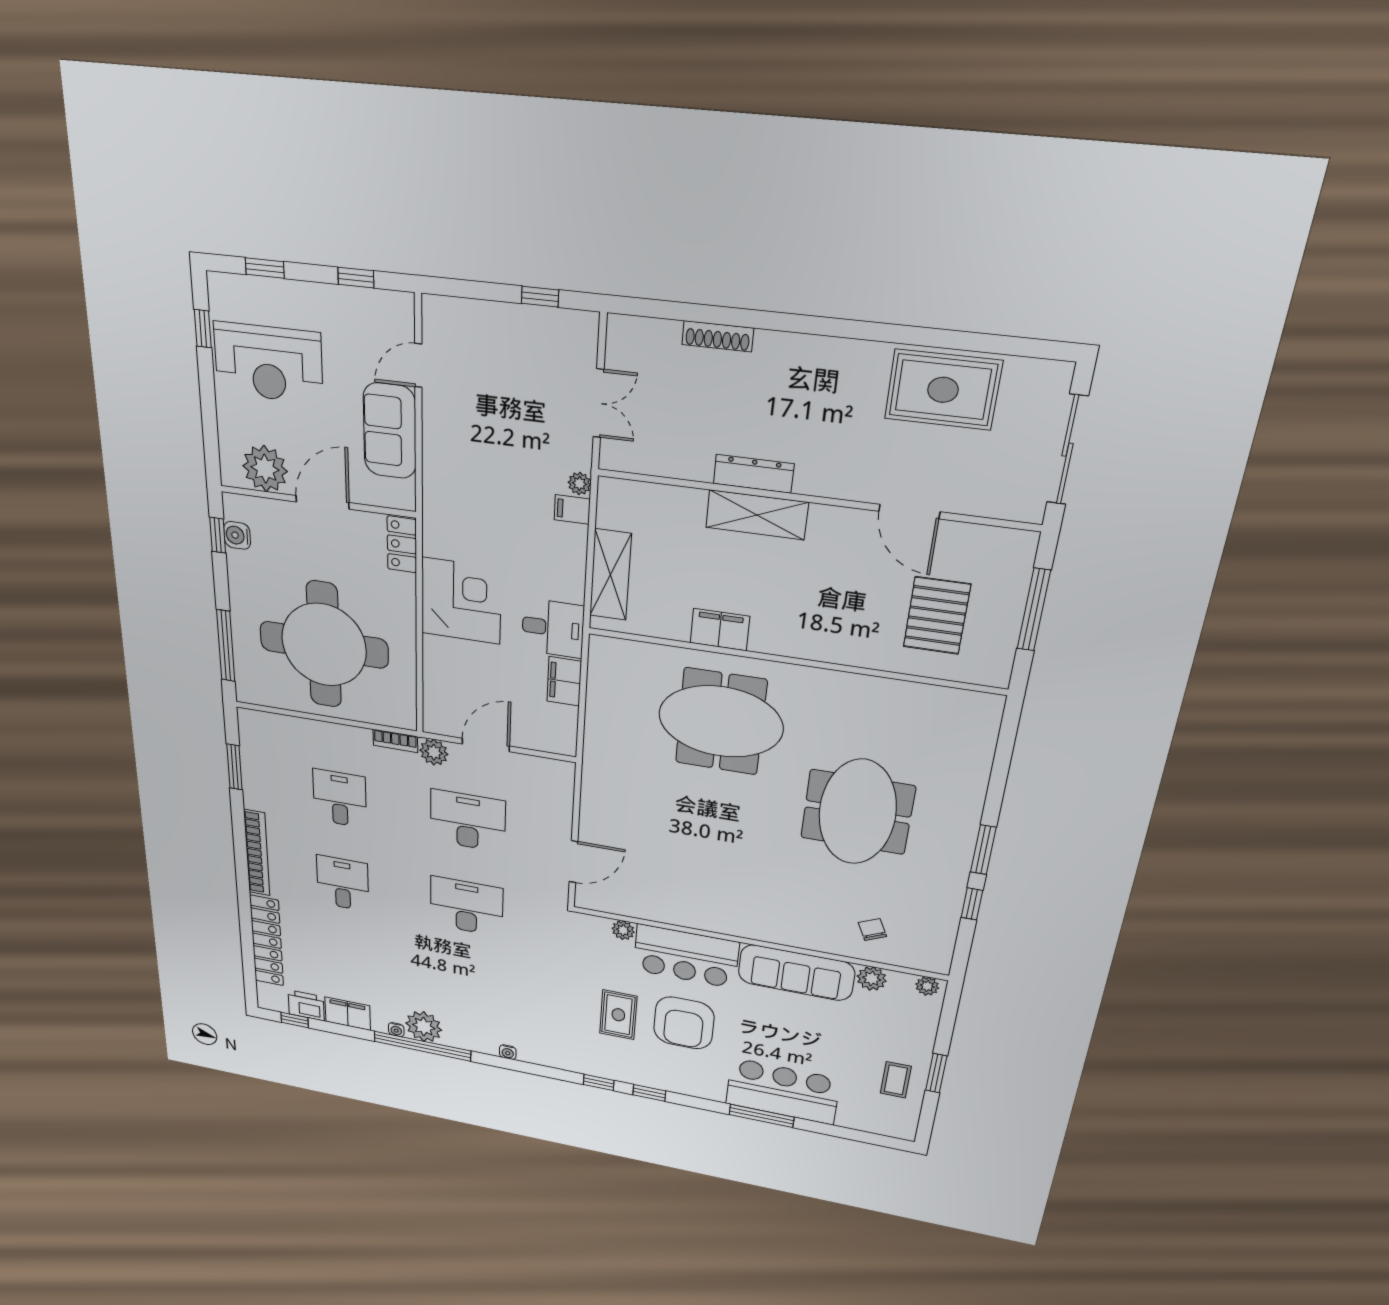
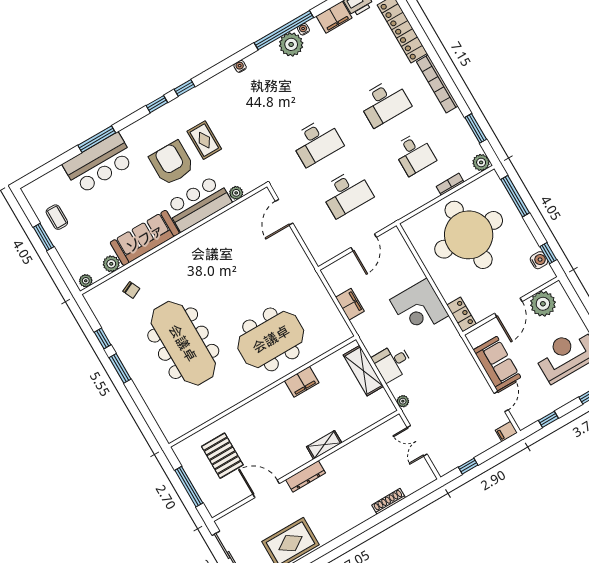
dresser: (753, 474) -> (305, 476), moved
filing cabinet: (572, 509) -> (506, 431), moved, turned 180
shelving: (757, 515) -> (324, 445), width x0.67, depth x0.75
desk: (553, 628) -> (392, 362), moved
bookcase: (395, 741) -> (450, 184), moved
plant: (434, 752) -> (481, 162), moved
meeting table: (858, 812) -> (183, 343), width x1.36
desk: (343, 883) -> (384, 102), width x1.37

